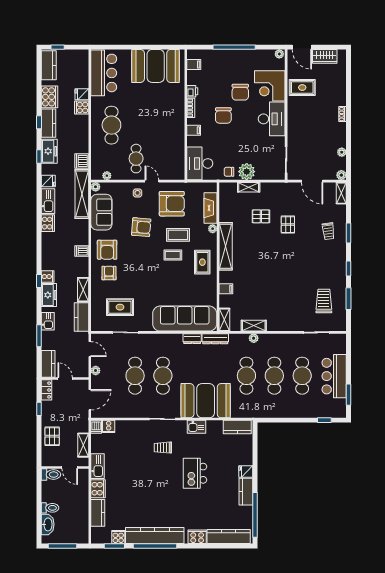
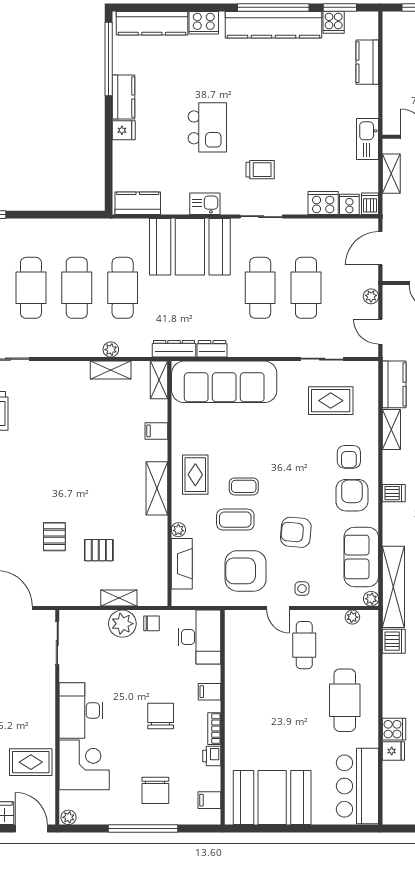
chair: (240, 92) -> (155, 790), moved, turned 180
shelving: (226, 246) -> (157, 488), width x0.68
cooker: (98, 489) -> (323, 203), moved, turned 90

